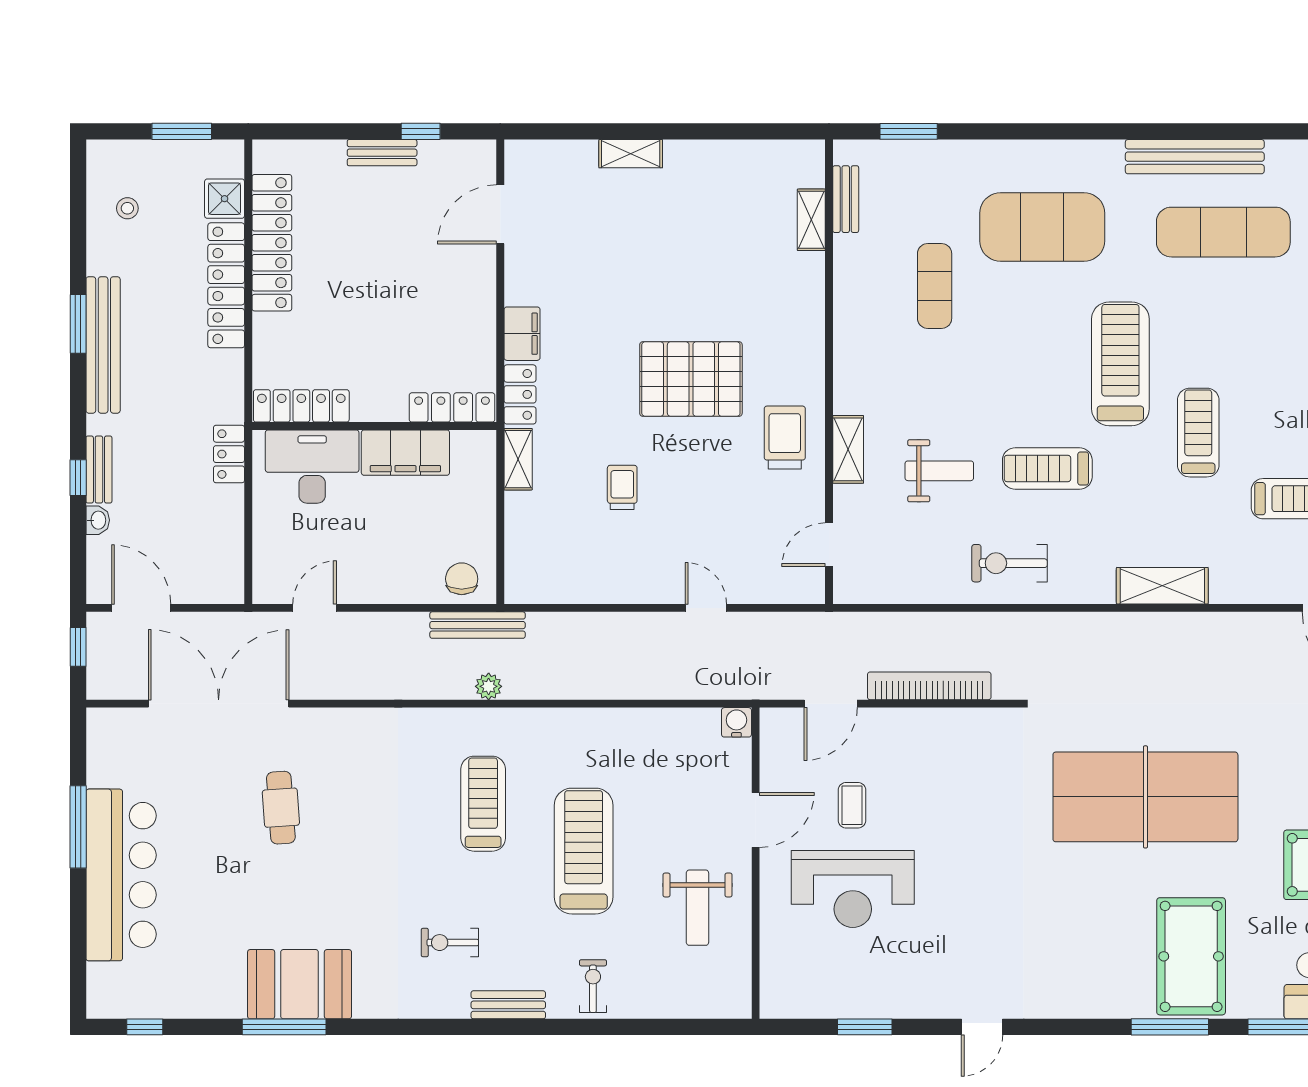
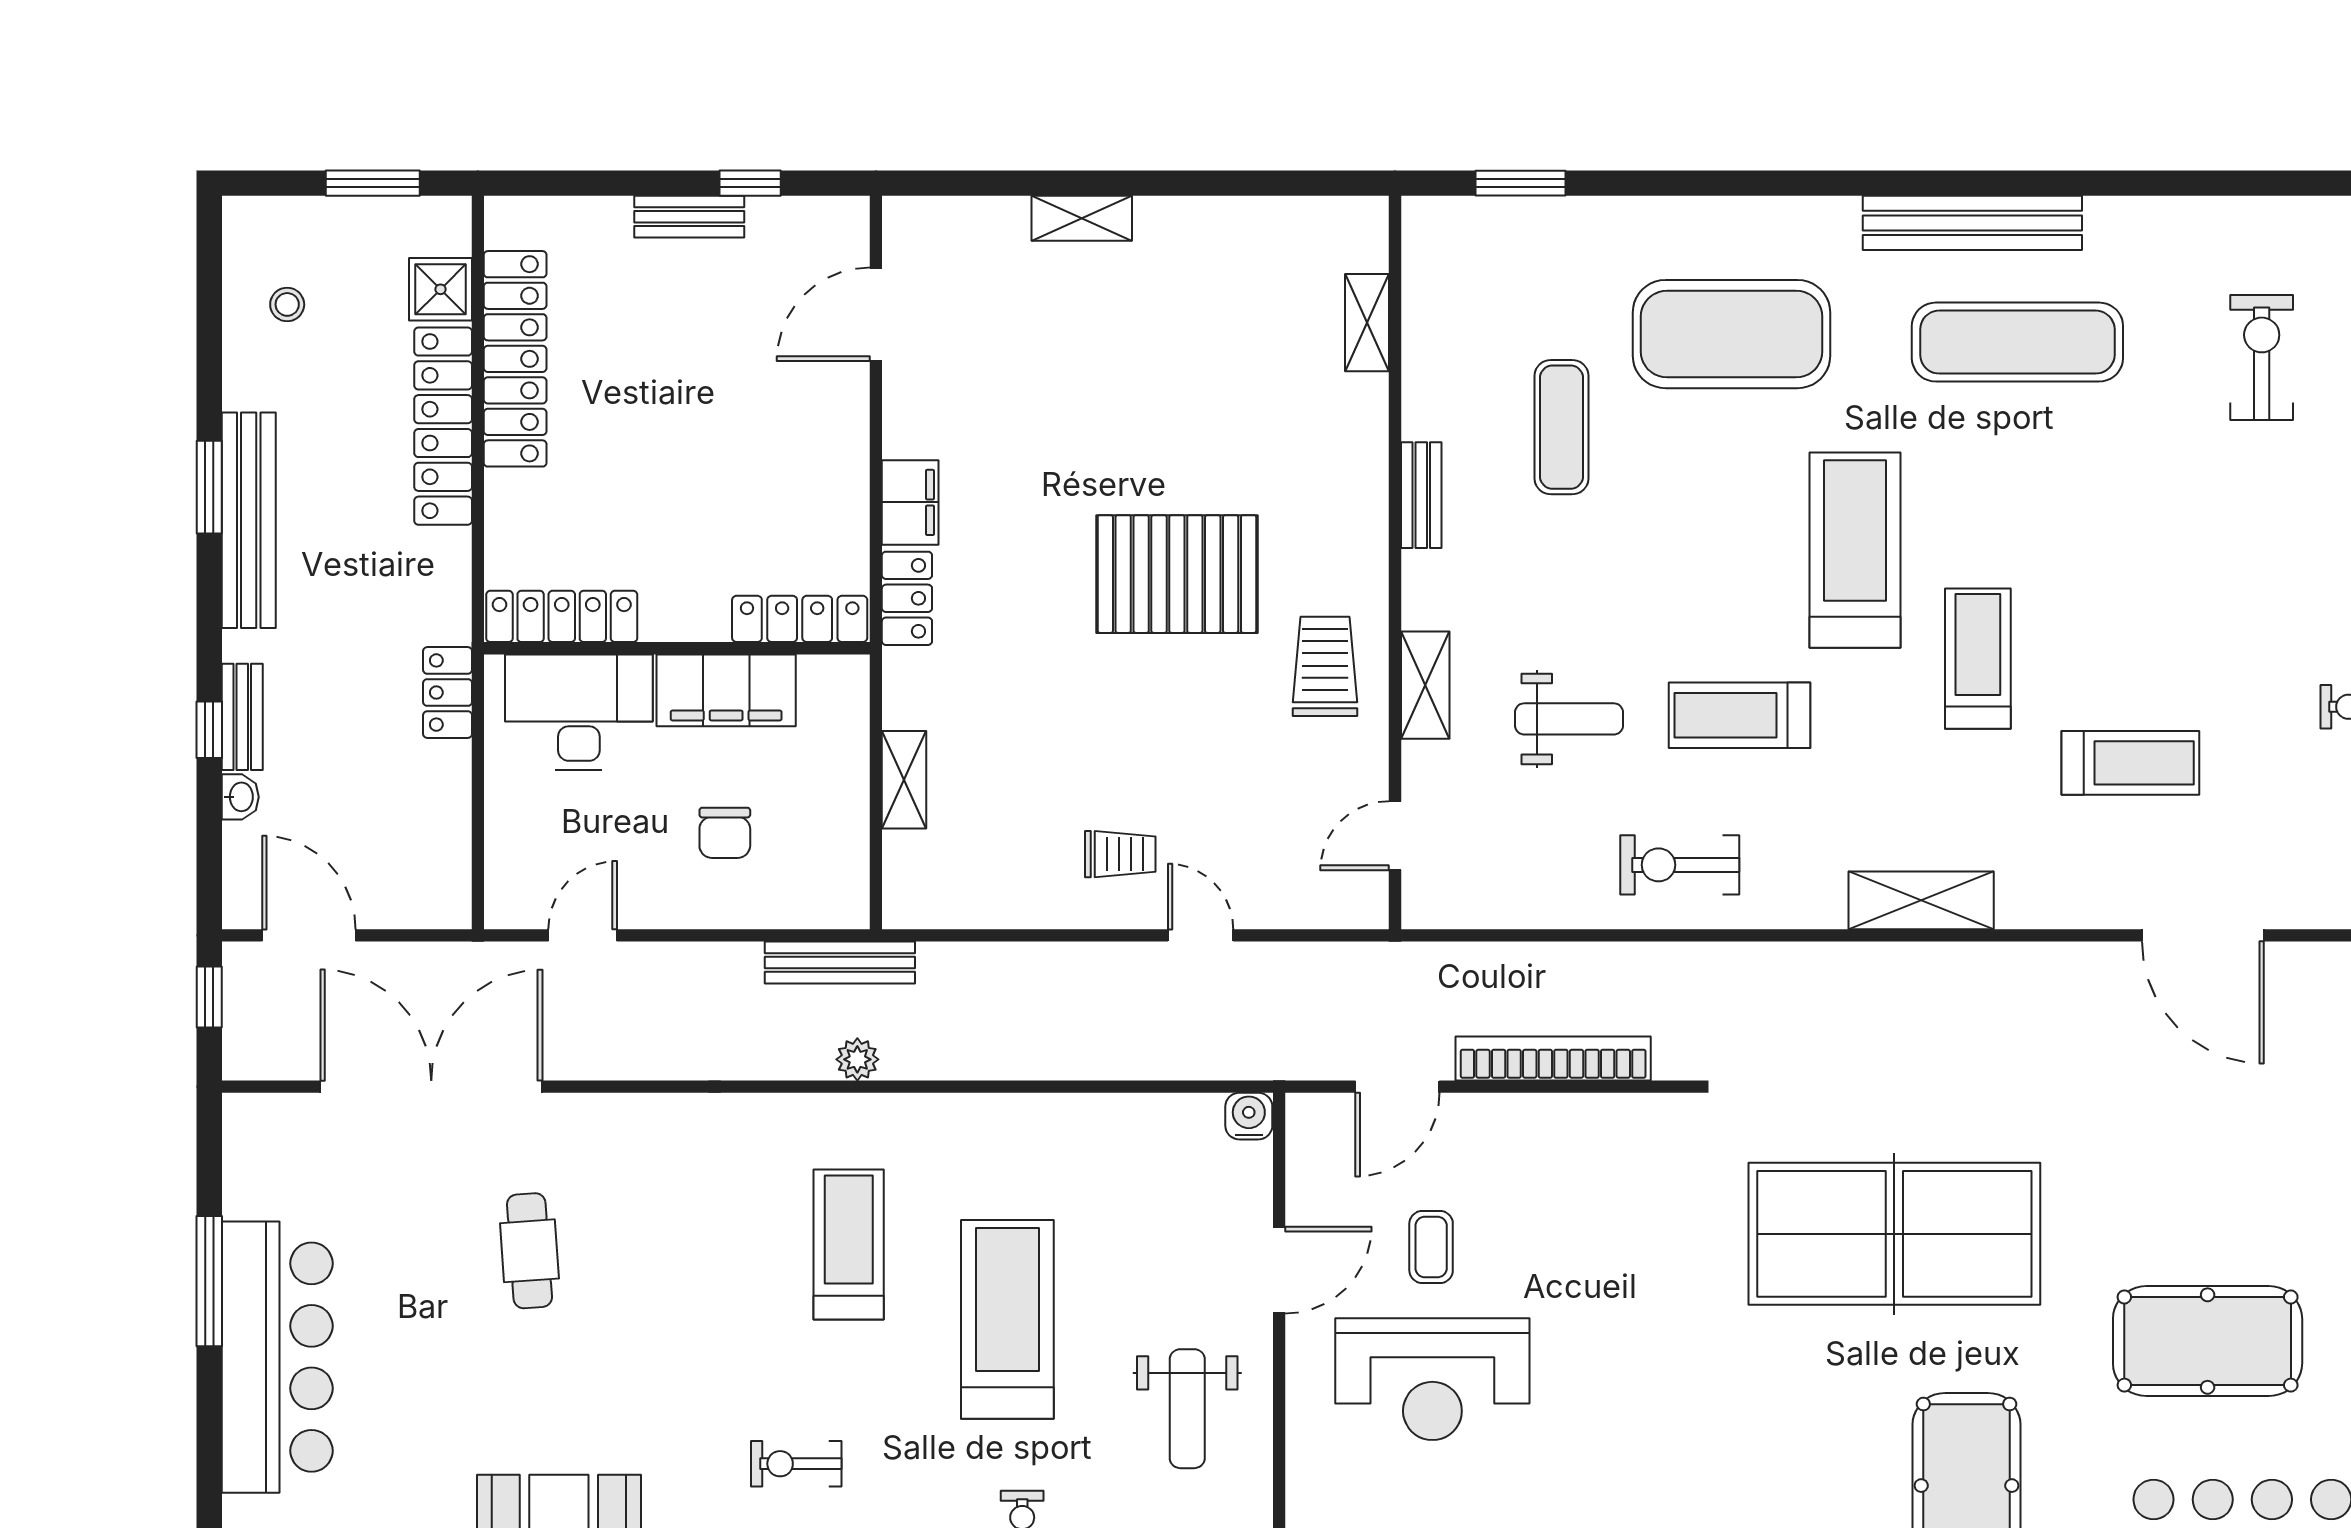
bench: (846, 199) -> (1421, 495), moved
shelving: (518, 459) -> (904, 780), moved
trolley: (622, 487) -> (1120, 854), moved, turned 90
chair: (462, 579) -> (725, 833), moved, turned 180

